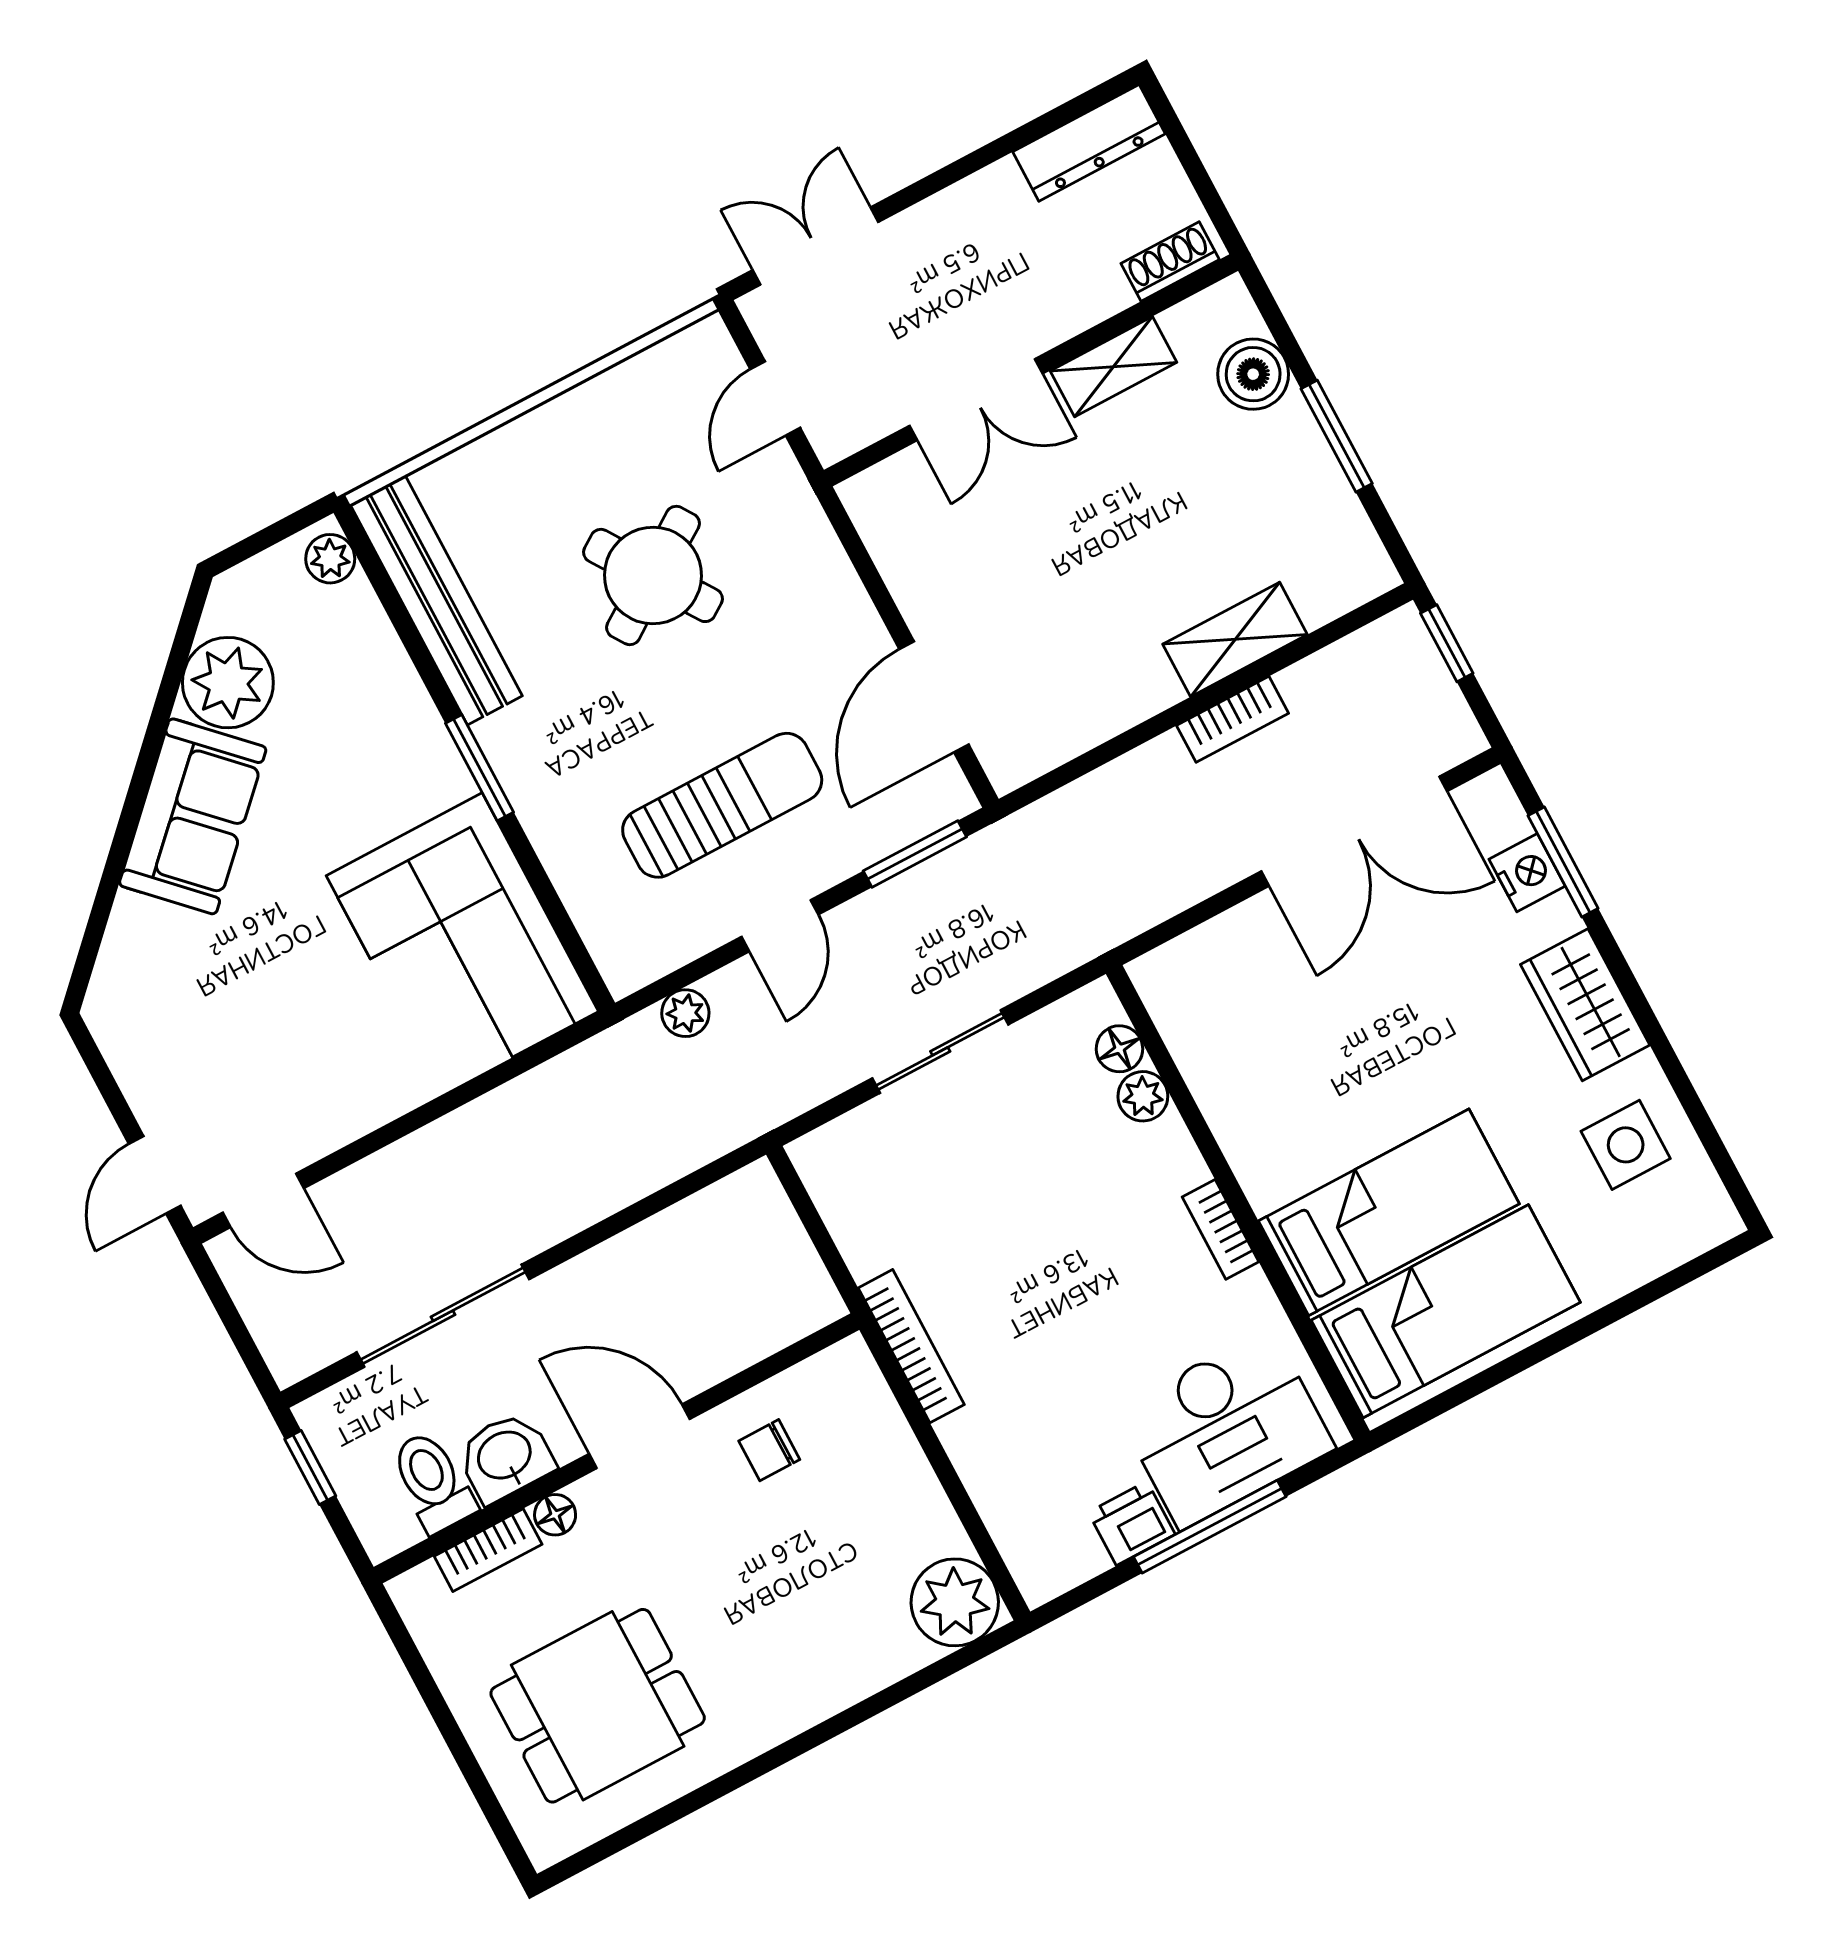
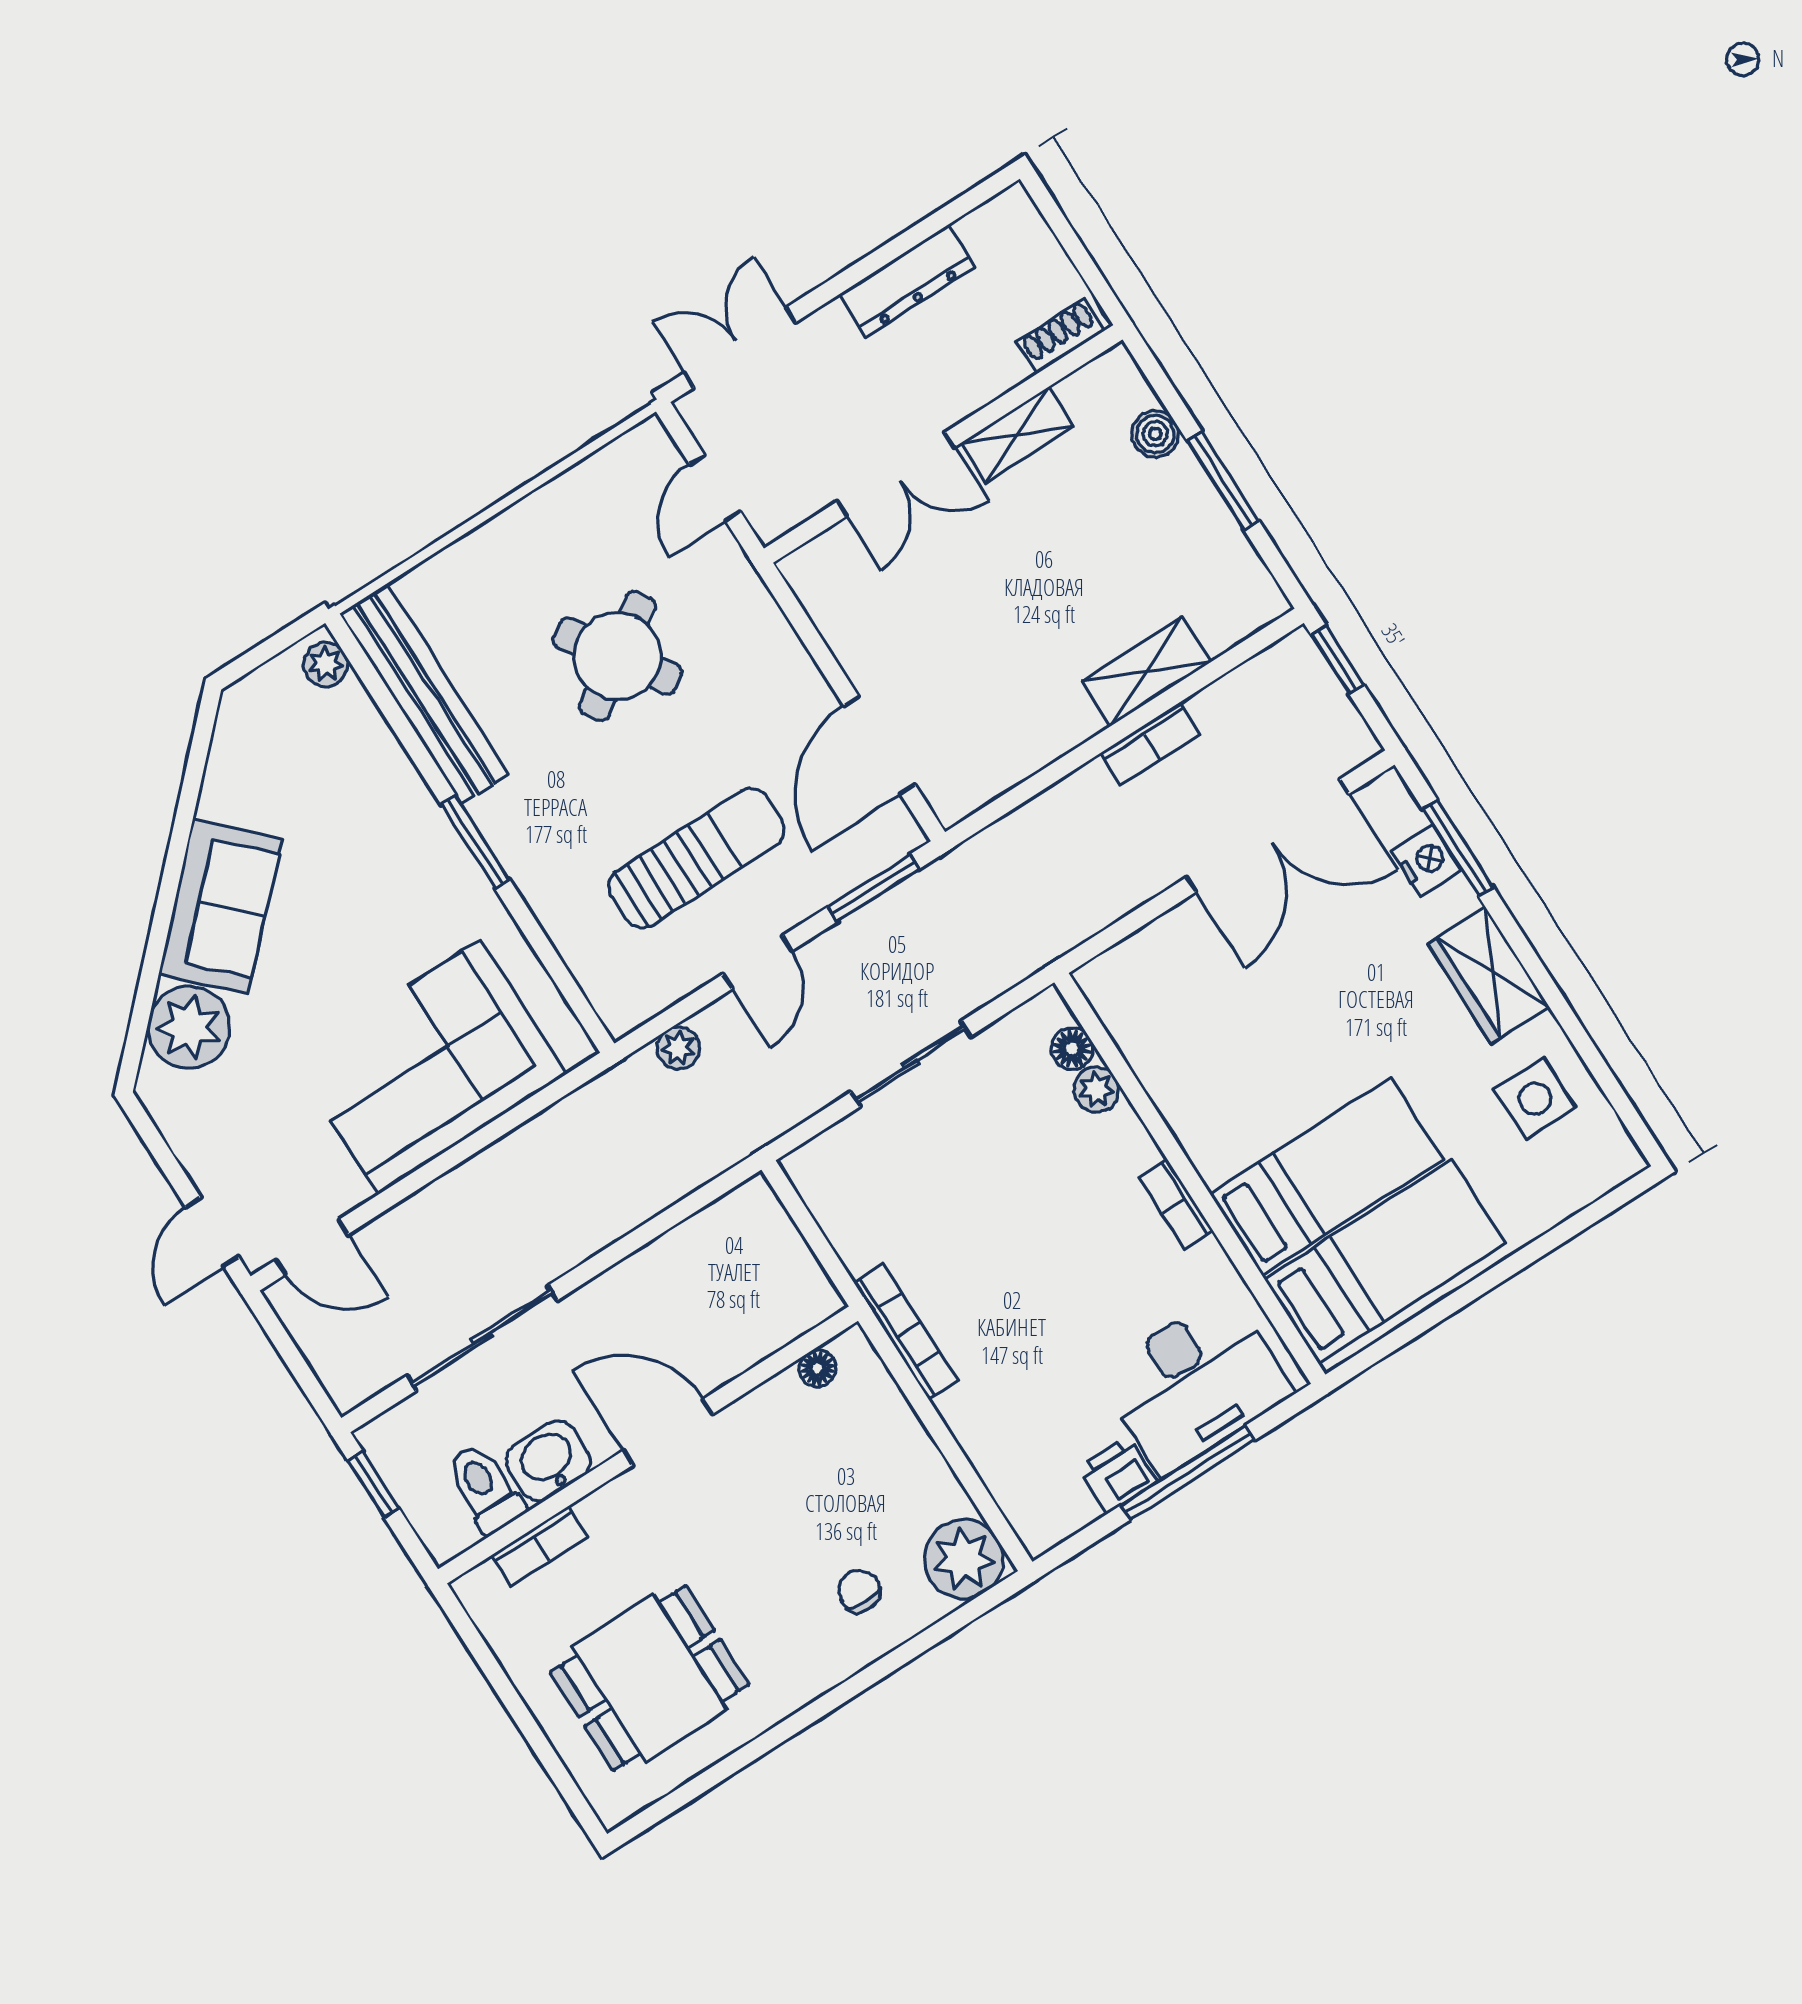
dresser: (1089, 143) -> (907, 281), moved
boiler: (1253, 374) -> (1155, 434), width x0.73, depth x0.73
plant: (228, 683) -> (189, 1027), moved
corner sofa: (462, 944) -> (429, 1067), moved, turned 90
chair: (769, 1450) -> (859, 1591), moved, turned 90
floor lamp: (555, 1515) -> (818, 1368), moved

